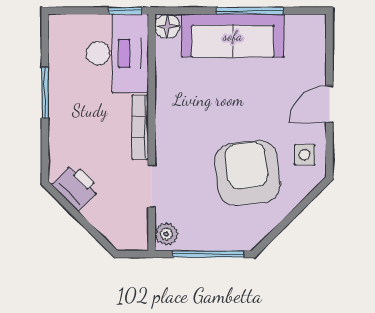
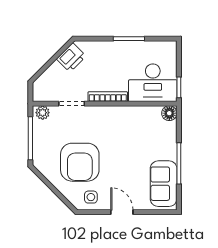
sofa: (233, 36) -> (164, 184), moved, width x0.73
armchair: (247, 173) -> (80, 162), turned 97

